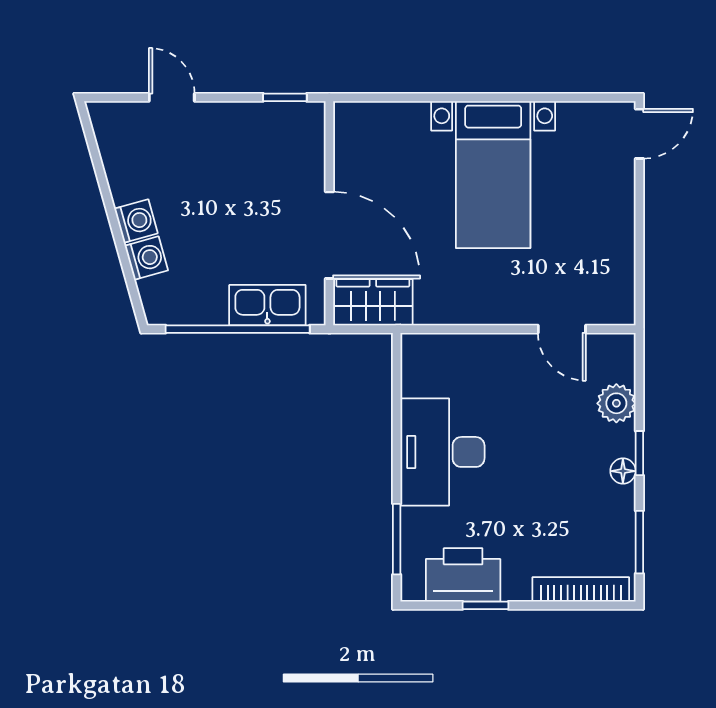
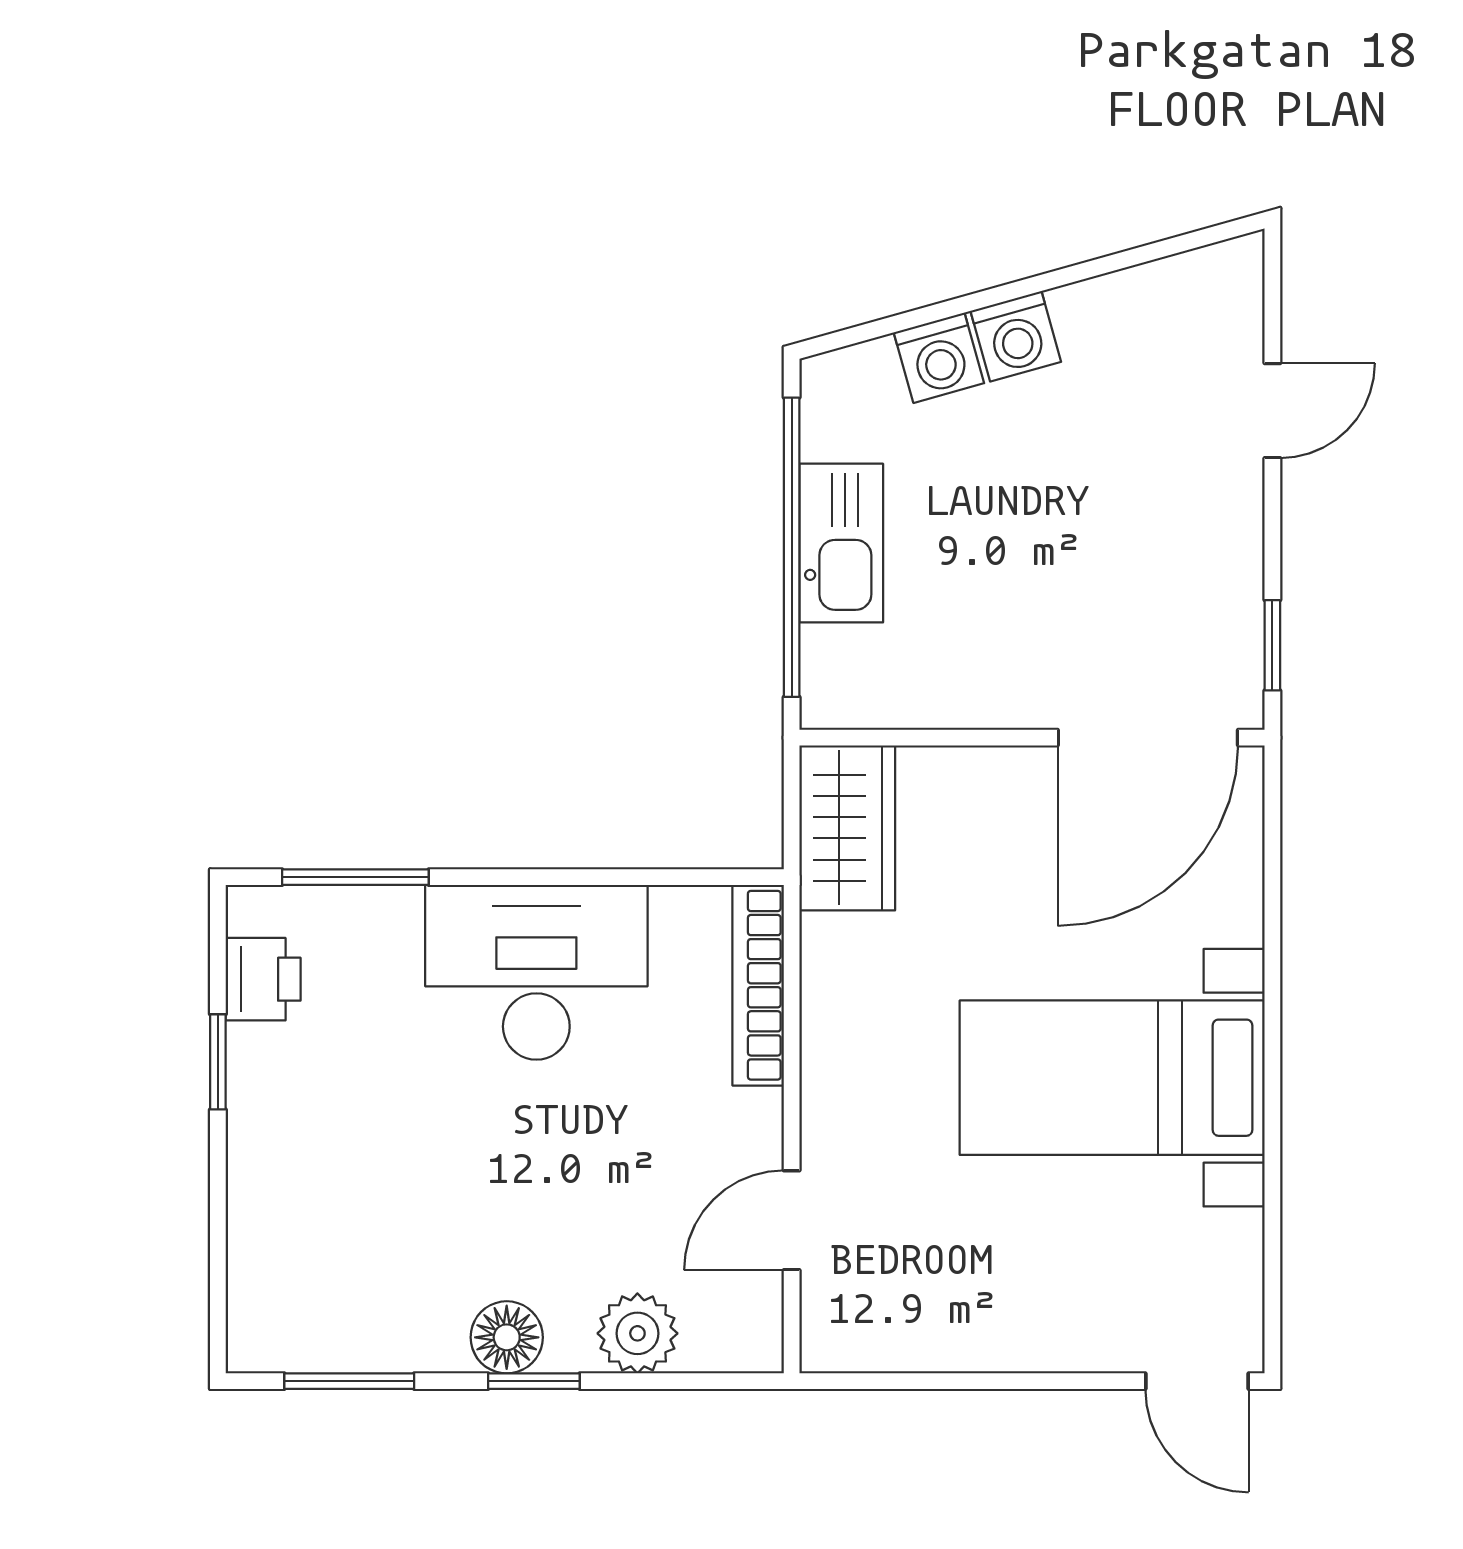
door: (329, 235) -> (1148, 738), moved
kitchen sink: (267, 305) -> (841, 543), moved
floor lamp: (623, 471) -> (507, 1337), width x1.37, depth x1.37
printer: (463, 575) -> (263, 979), width x0.53, depth x0.68
bookcase: (581, 589) -> (758, 985), moved, turned 180

